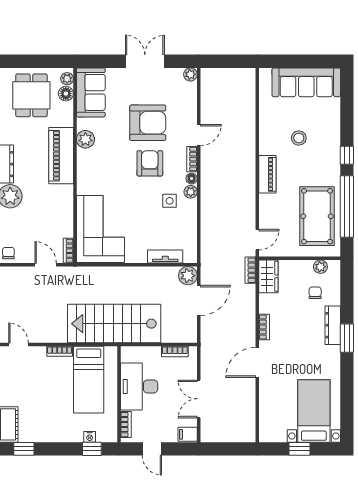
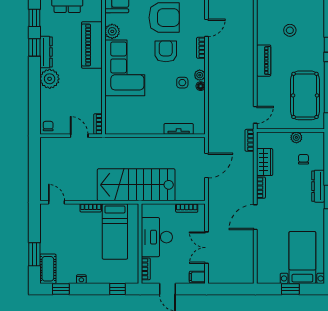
floor lamp: (192, 179) -> (201, 86), moved
corner sofa: (101, 229) -> (125, 68), moved
plant: (320, 267) -> (296, 137), moved
plant: (188, 276) -> (197, 145), removed
wardrobe: (268, 276) -> (265, 162), moved
nightstand: (90, 437) -> (81, 279), moved

